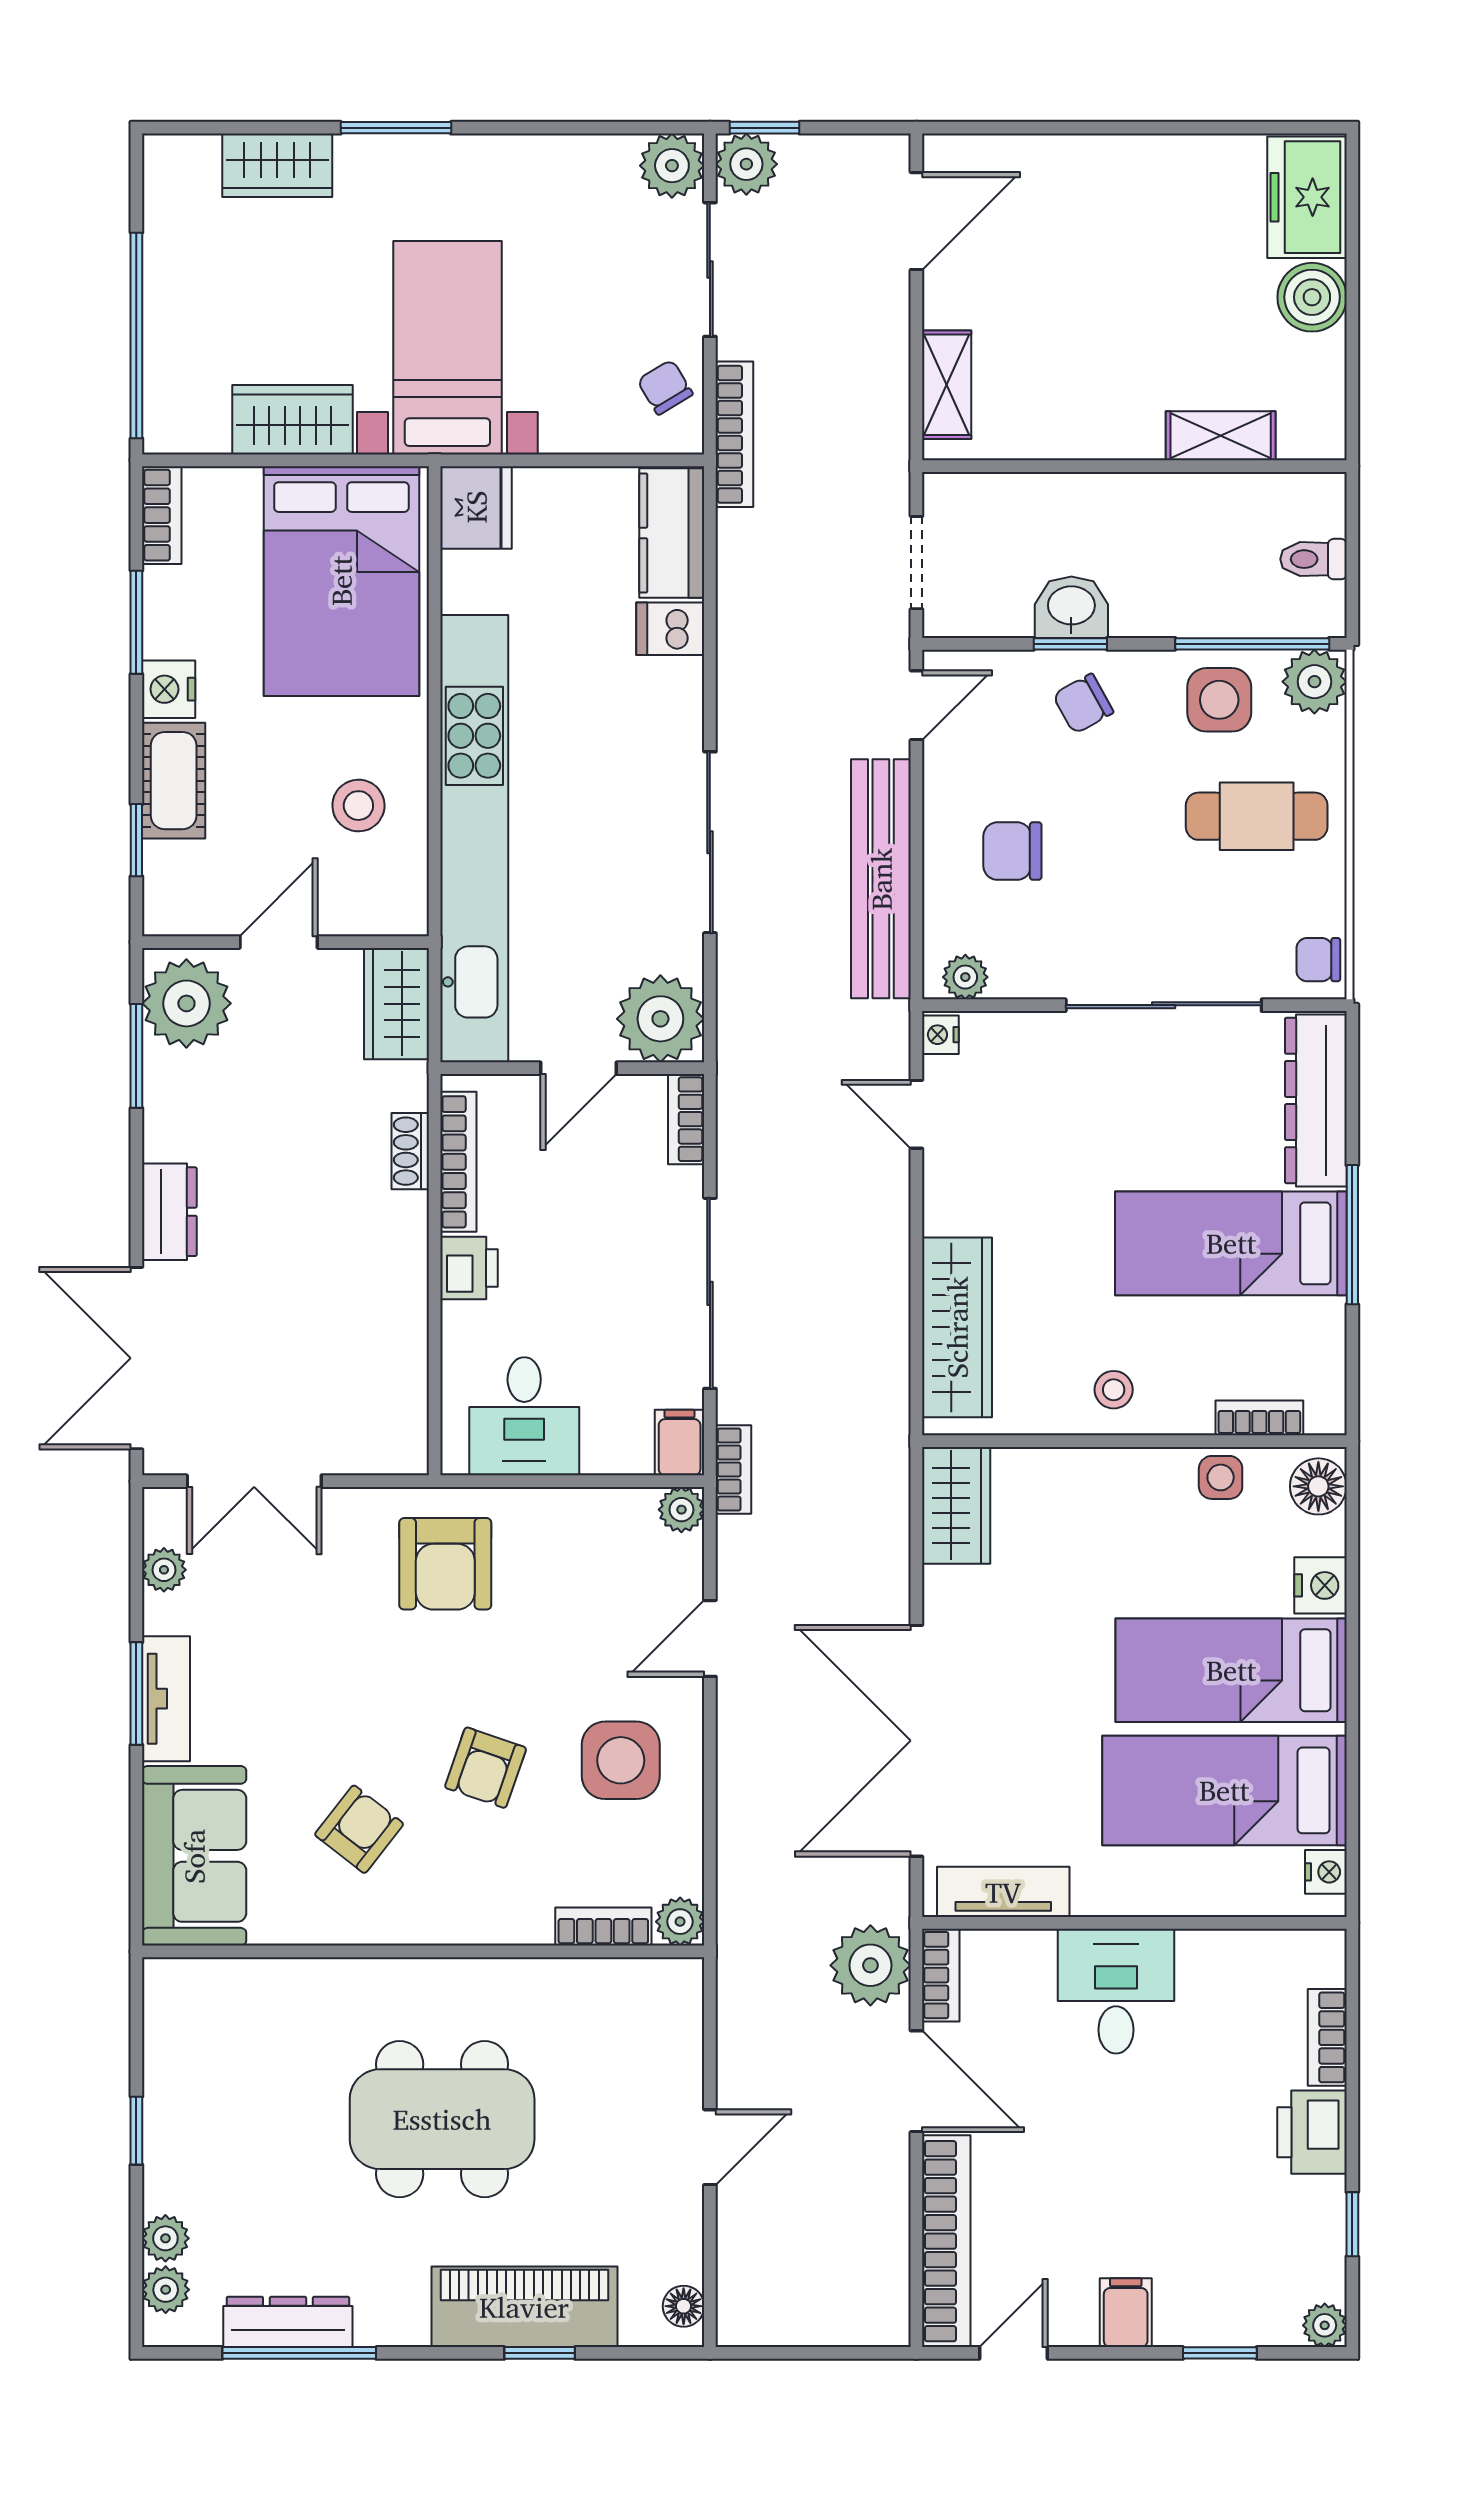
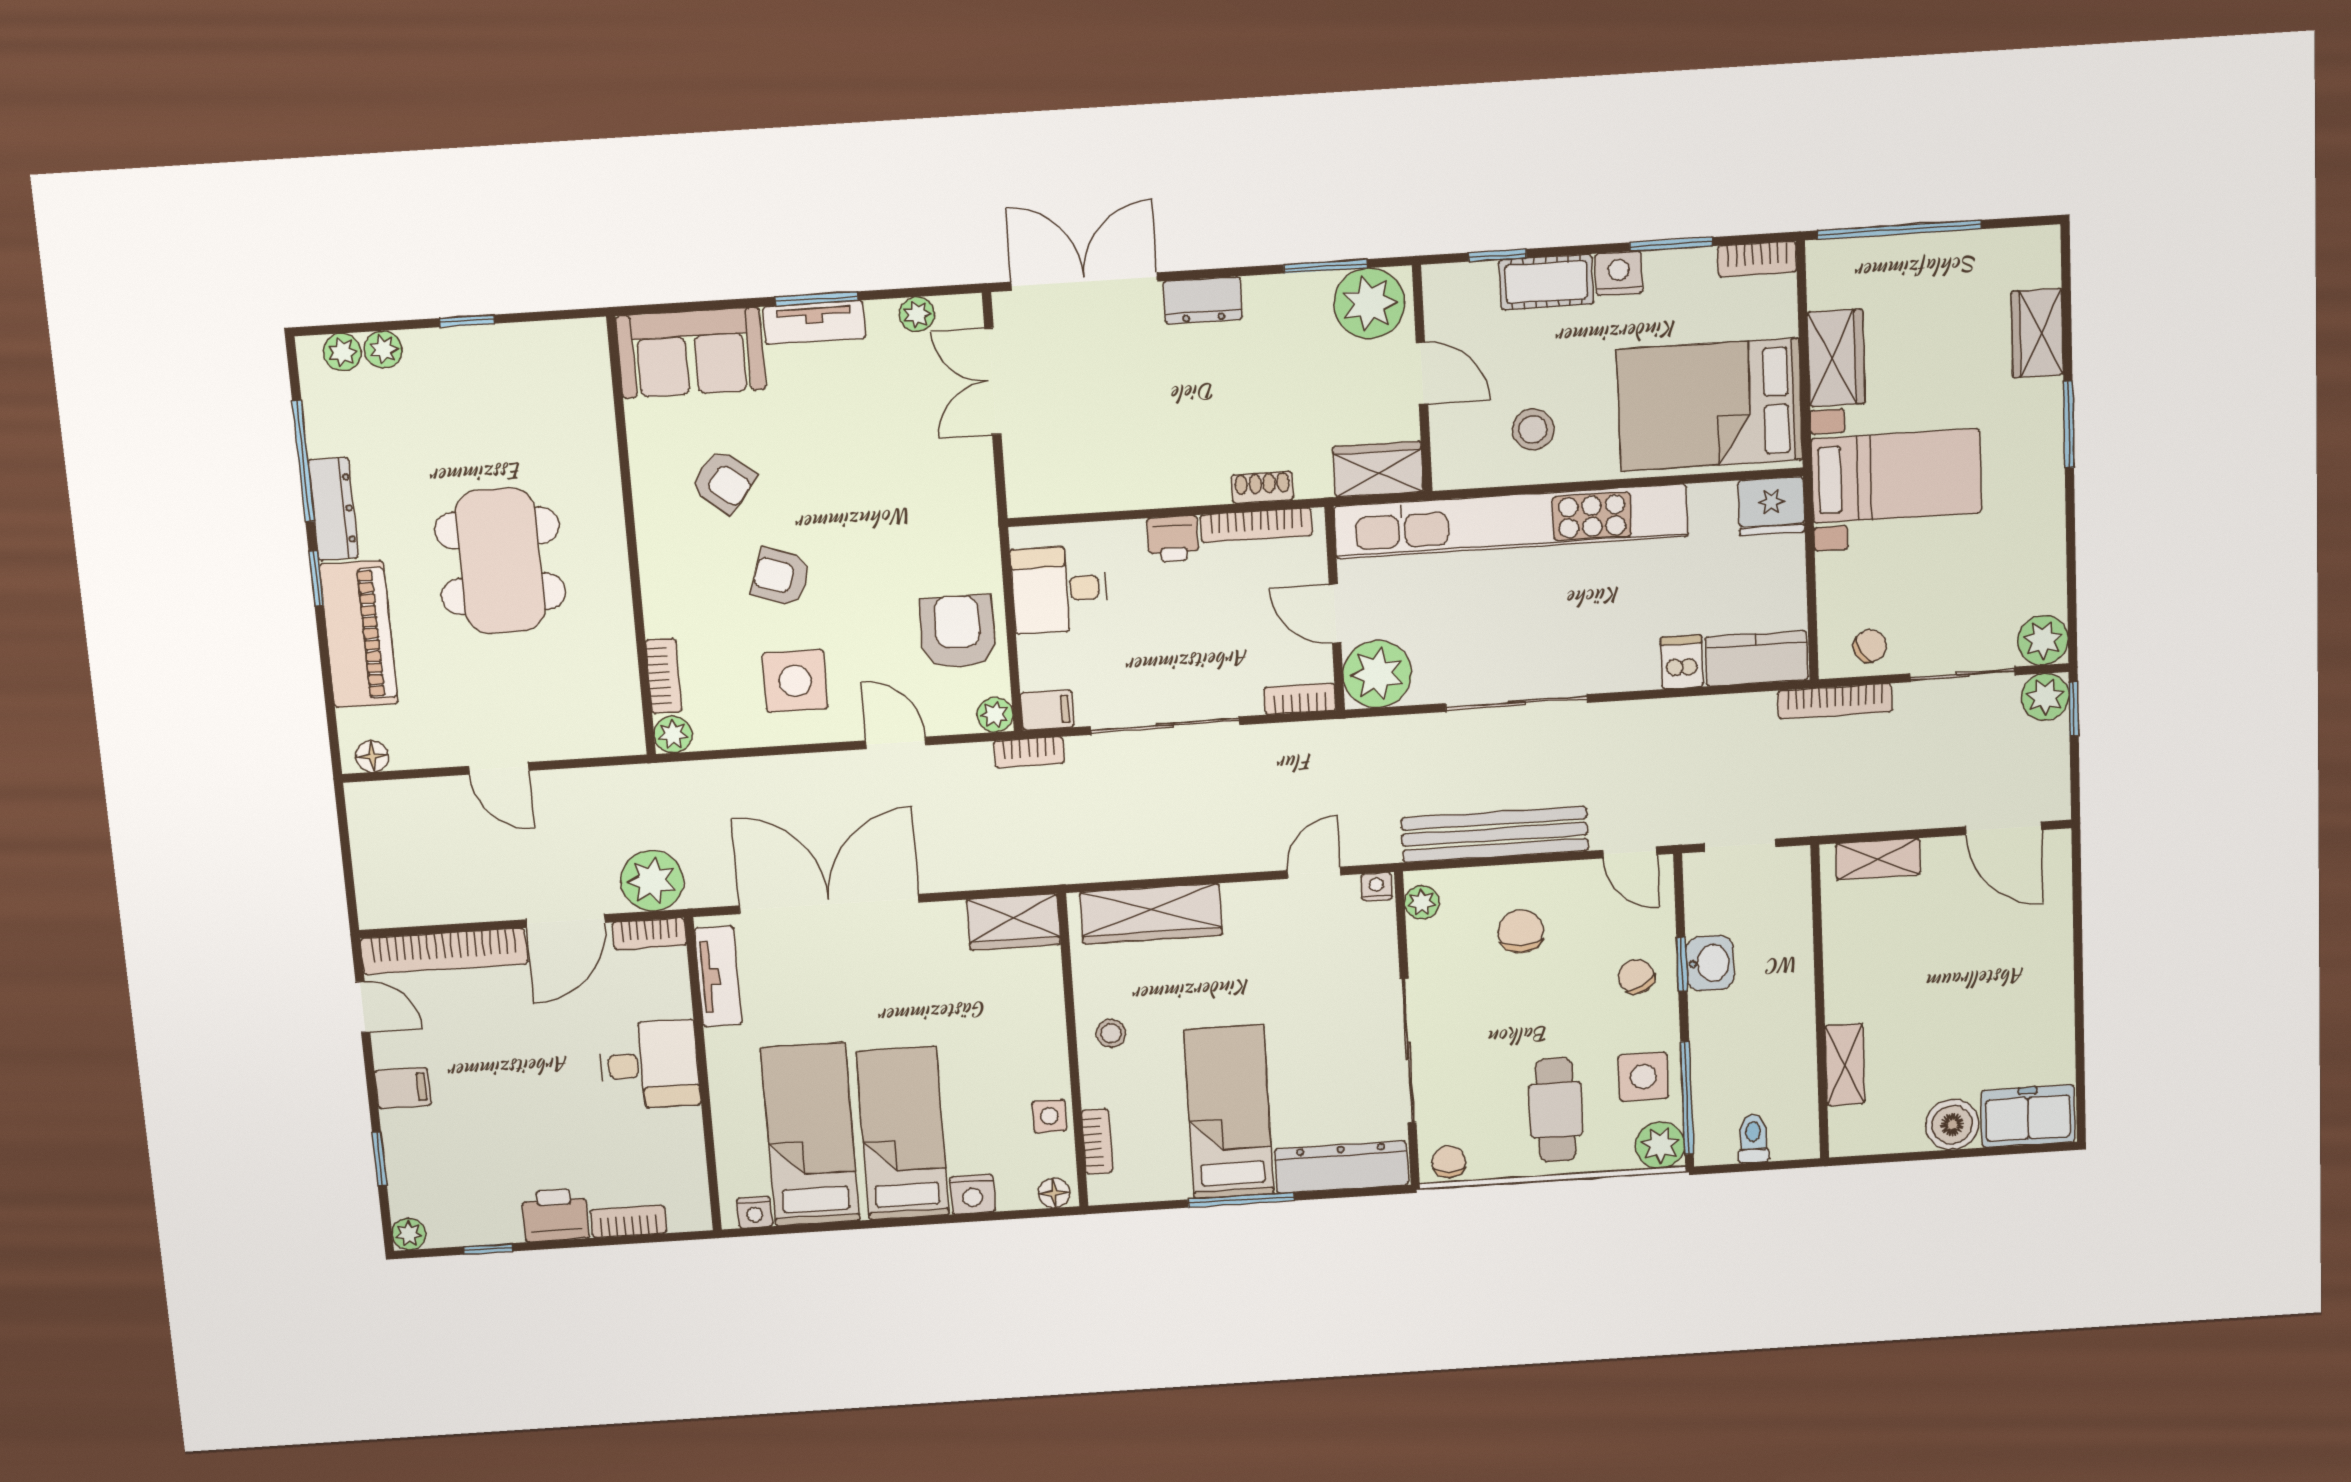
floor lamp: (1318, 1486) -> (1054, 1193), width x0.73, depth x0.73
armchair: (445, 1564) -> (958, 632), moved, turned 90
dresser: (288, 2322) -> (333, 509), moved
window: (540, 2353) -> (316, 578), moved

